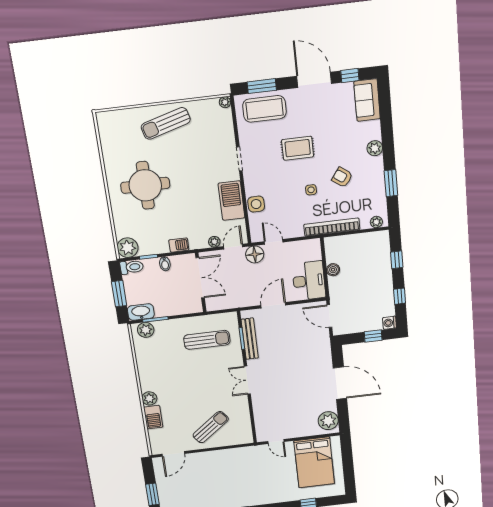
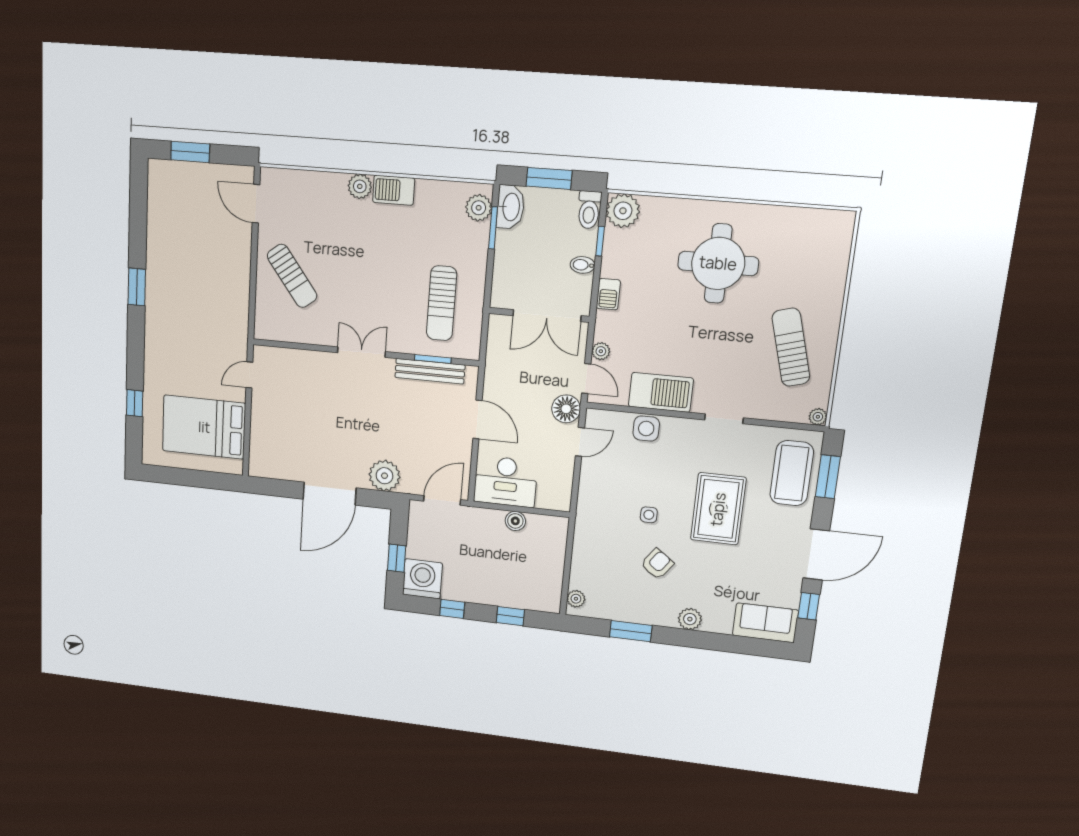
sun lounger: (166, 123) -> (791, 347), moved
rug: (298, 148) -> (718, 509), width x1.36, depth x1.43
bookcase: (332, 227) -> (583, 533), removed
washing machine: (390, 323) -> (422, 579), width x1.89, depth x1.89
barbecue: (153, 417) -> (394, 190), moved
plant: (328, 421) -> (384, 476), moved

